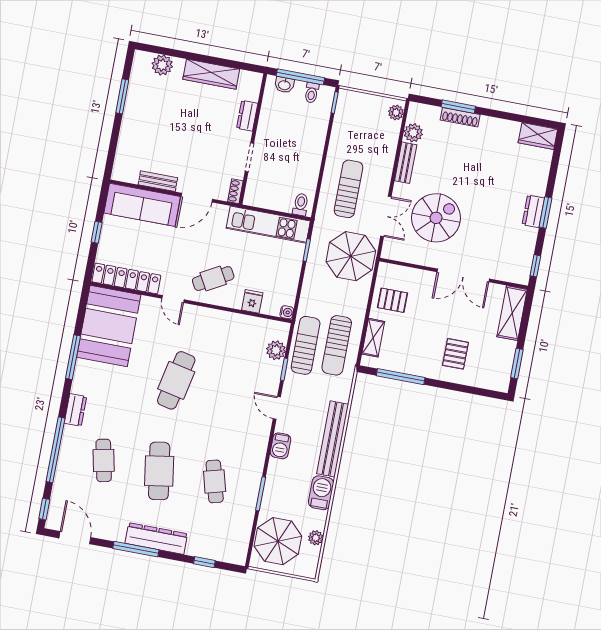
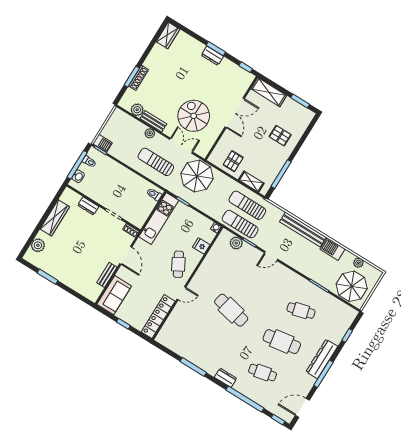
plant: (396, 112) -> (150, 133), moved
sofa: (142, 205) -> (114, 295), width x0.73
booth: (109, 326) -> (183, 338), removed
sun lounger: (337, 345) -> (247, 205), turned 180
barbecue: (281, 446) -> (103, 143), moved

